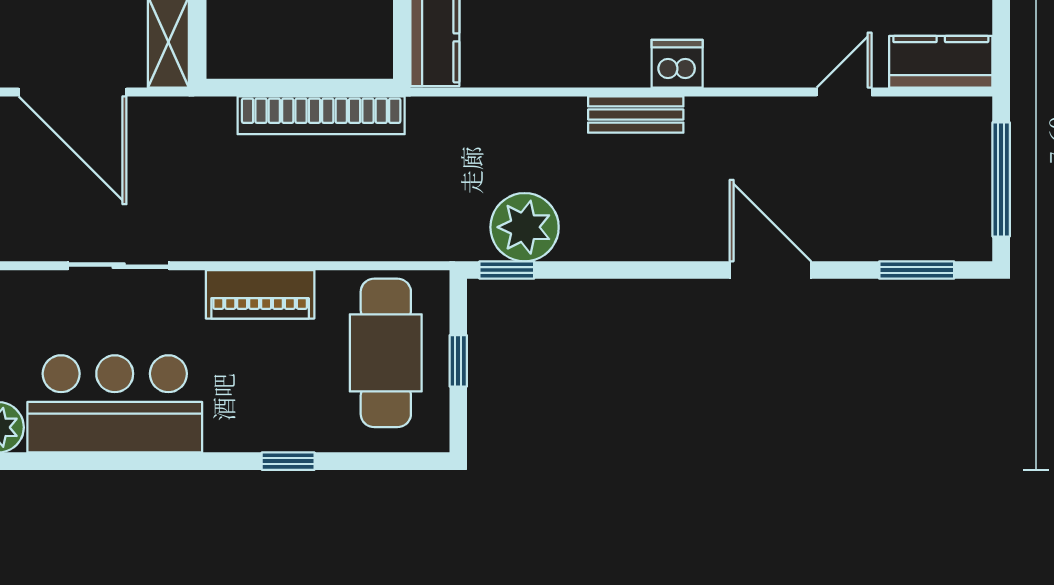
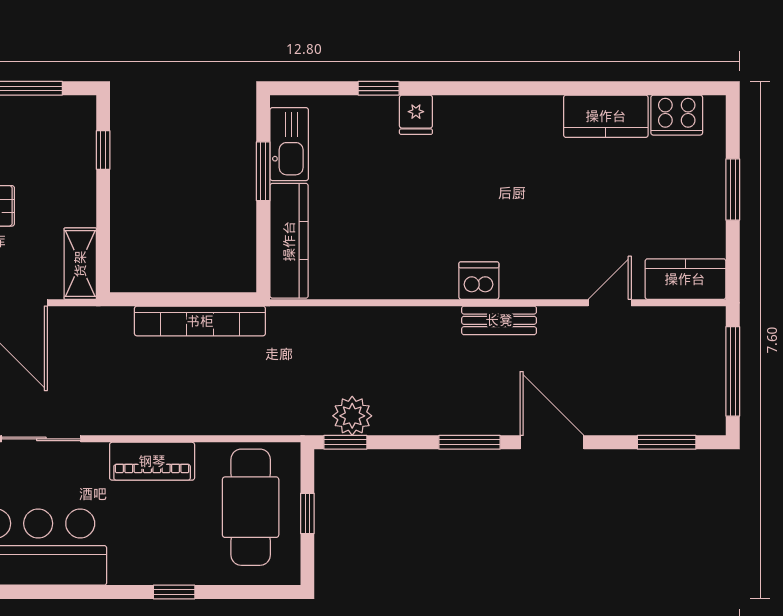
bench: (636, 114) -> (499, 320), moved
plant: (525, 227) -> (352, 416), width x0.73, depth x0.73
window: (665, 270) -> (469, 442), added

